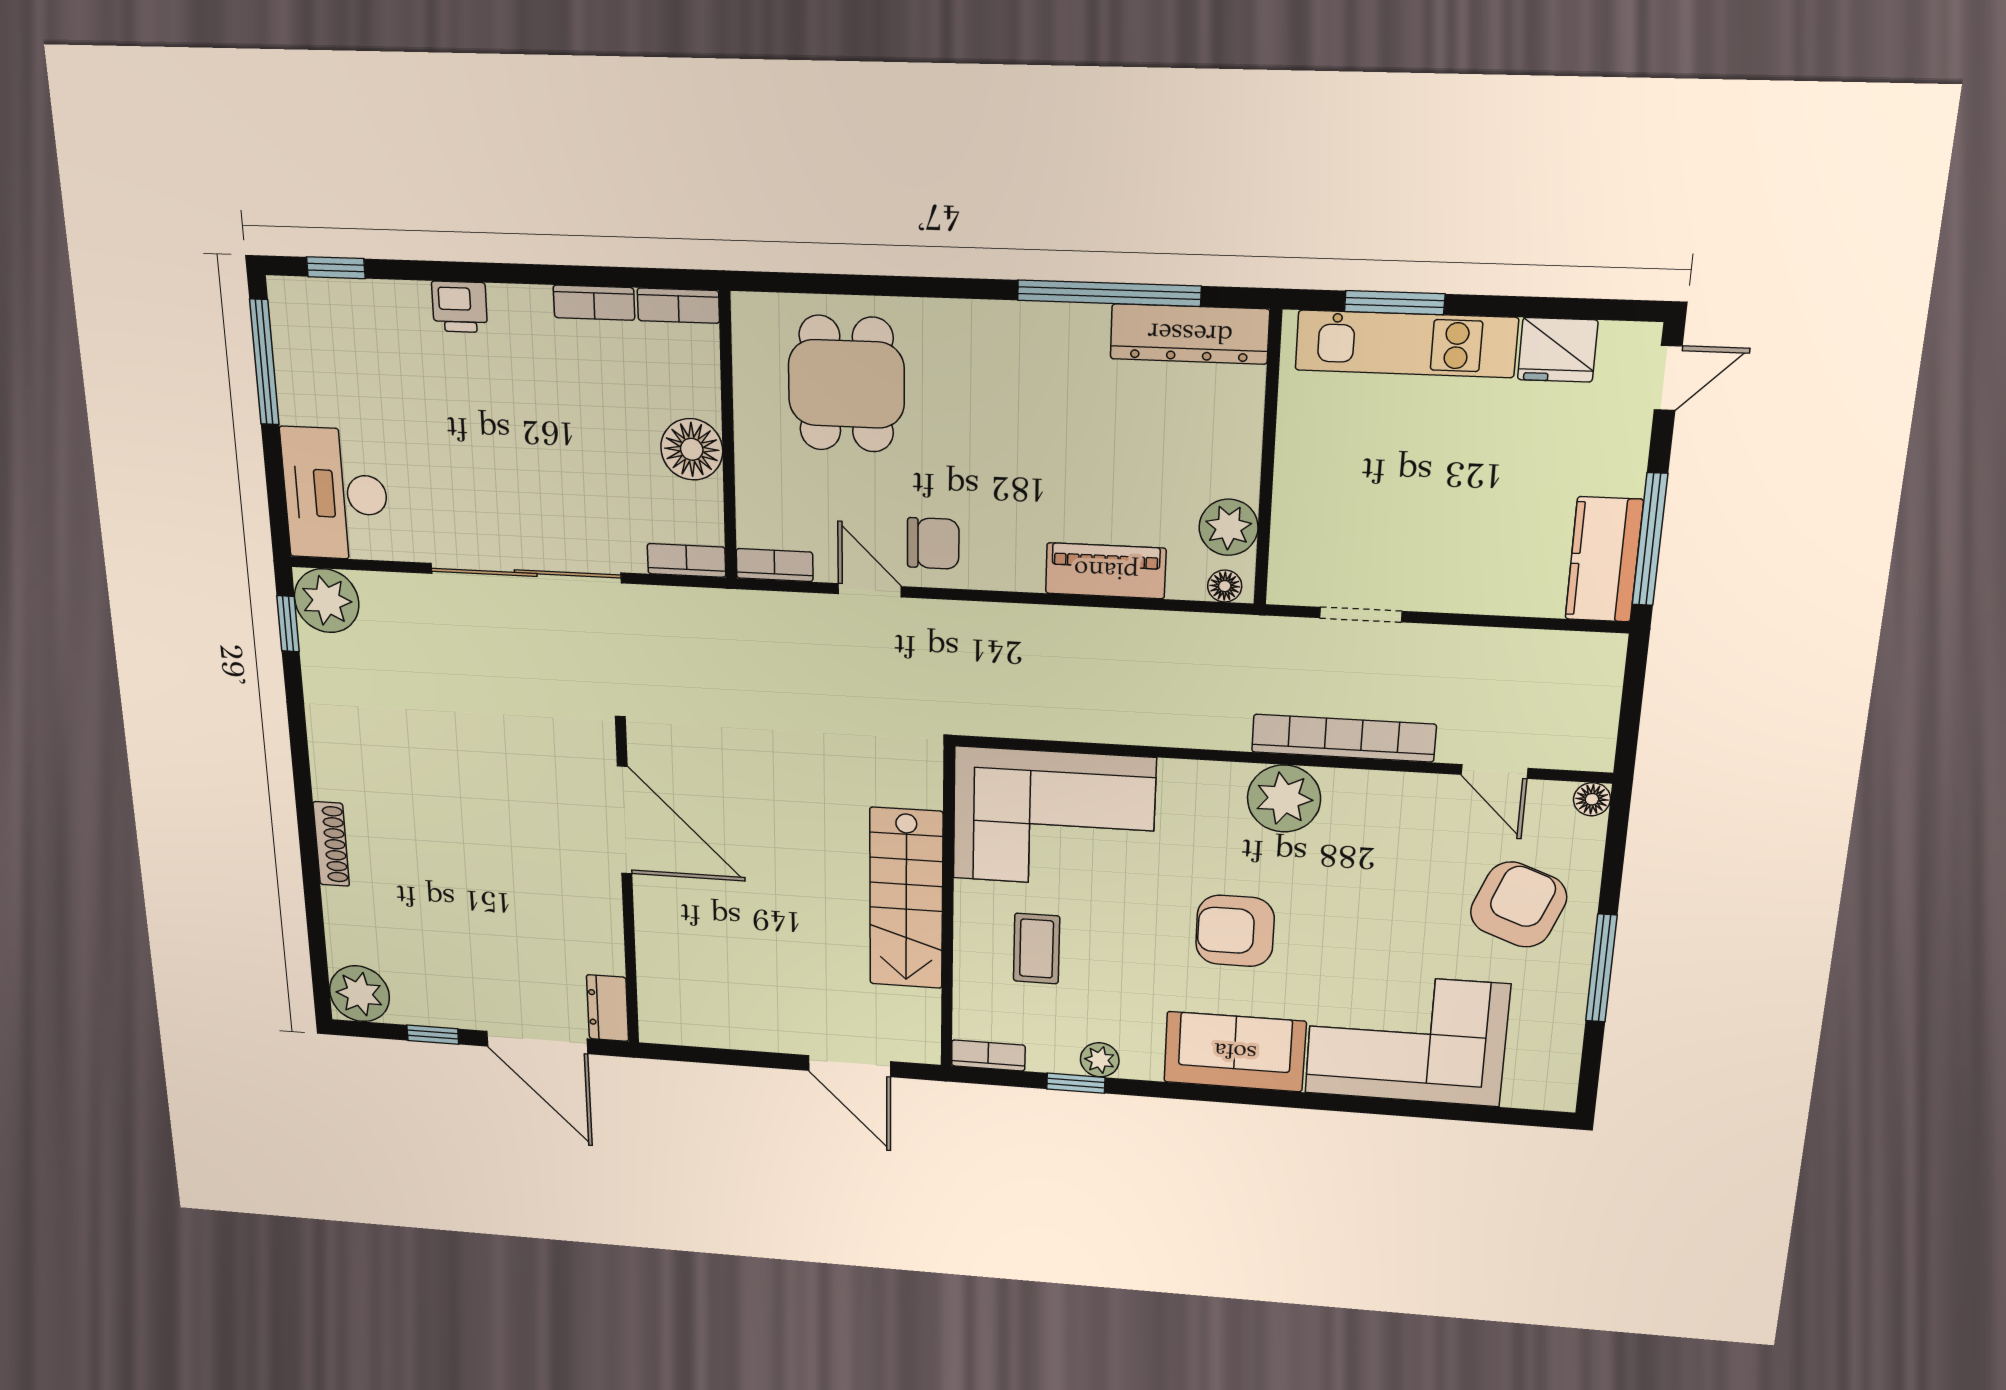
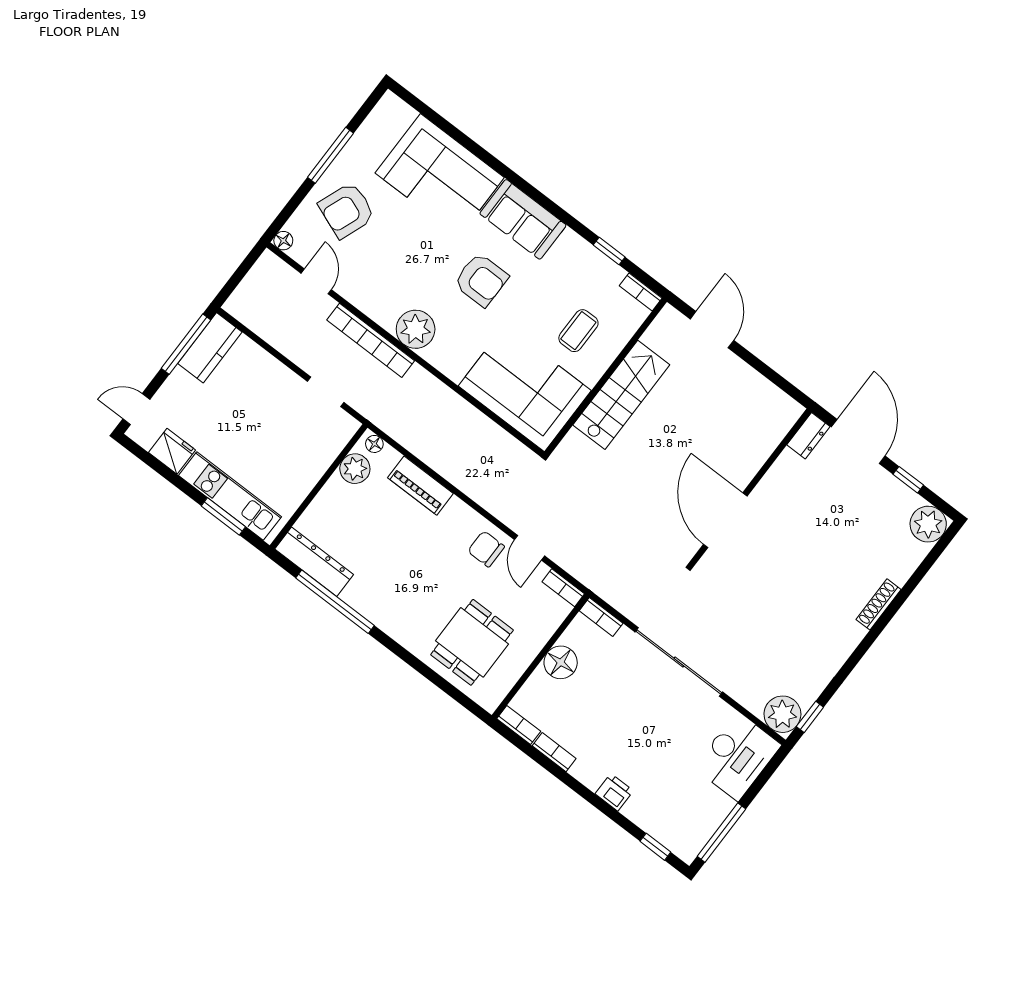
plant: (1100, 1060) -> (589, 256), removed

